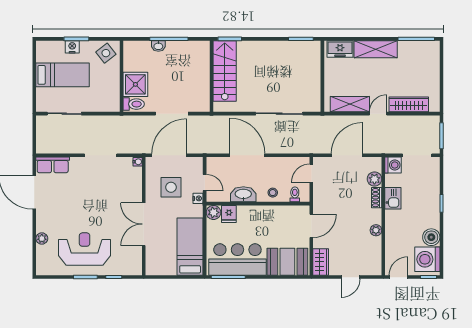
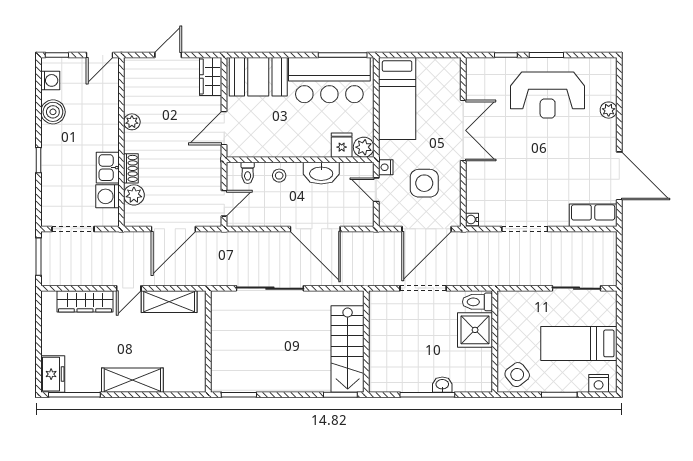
nightstand: (72, 47) -> (599, 383), moved
freezer: (340, 49) -> (53, 374), moved, turned 90
washing machine: (393, 165) -> (107, 196), moved
washing machine: (427, 259) -> (50, 80), width x0.53, depth x0.53

